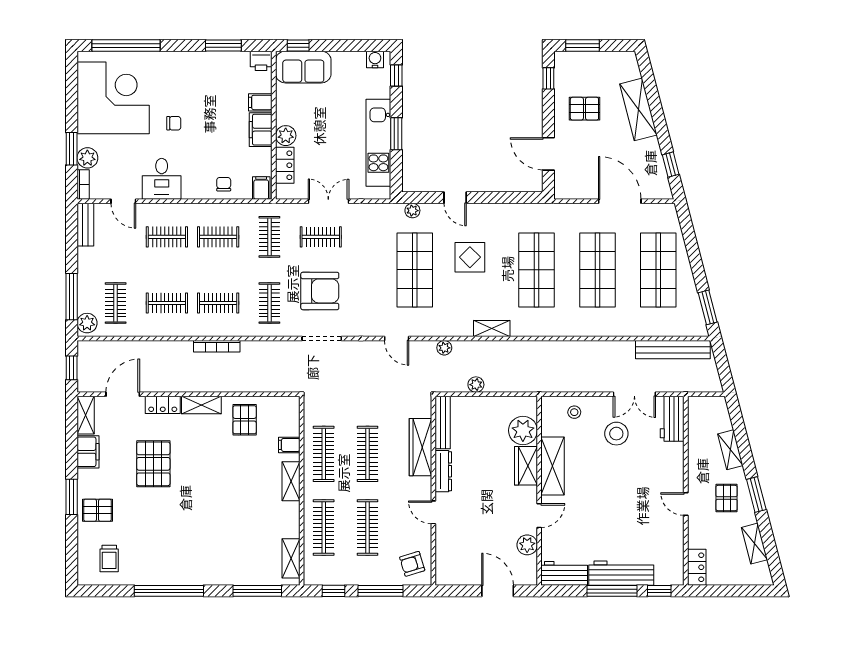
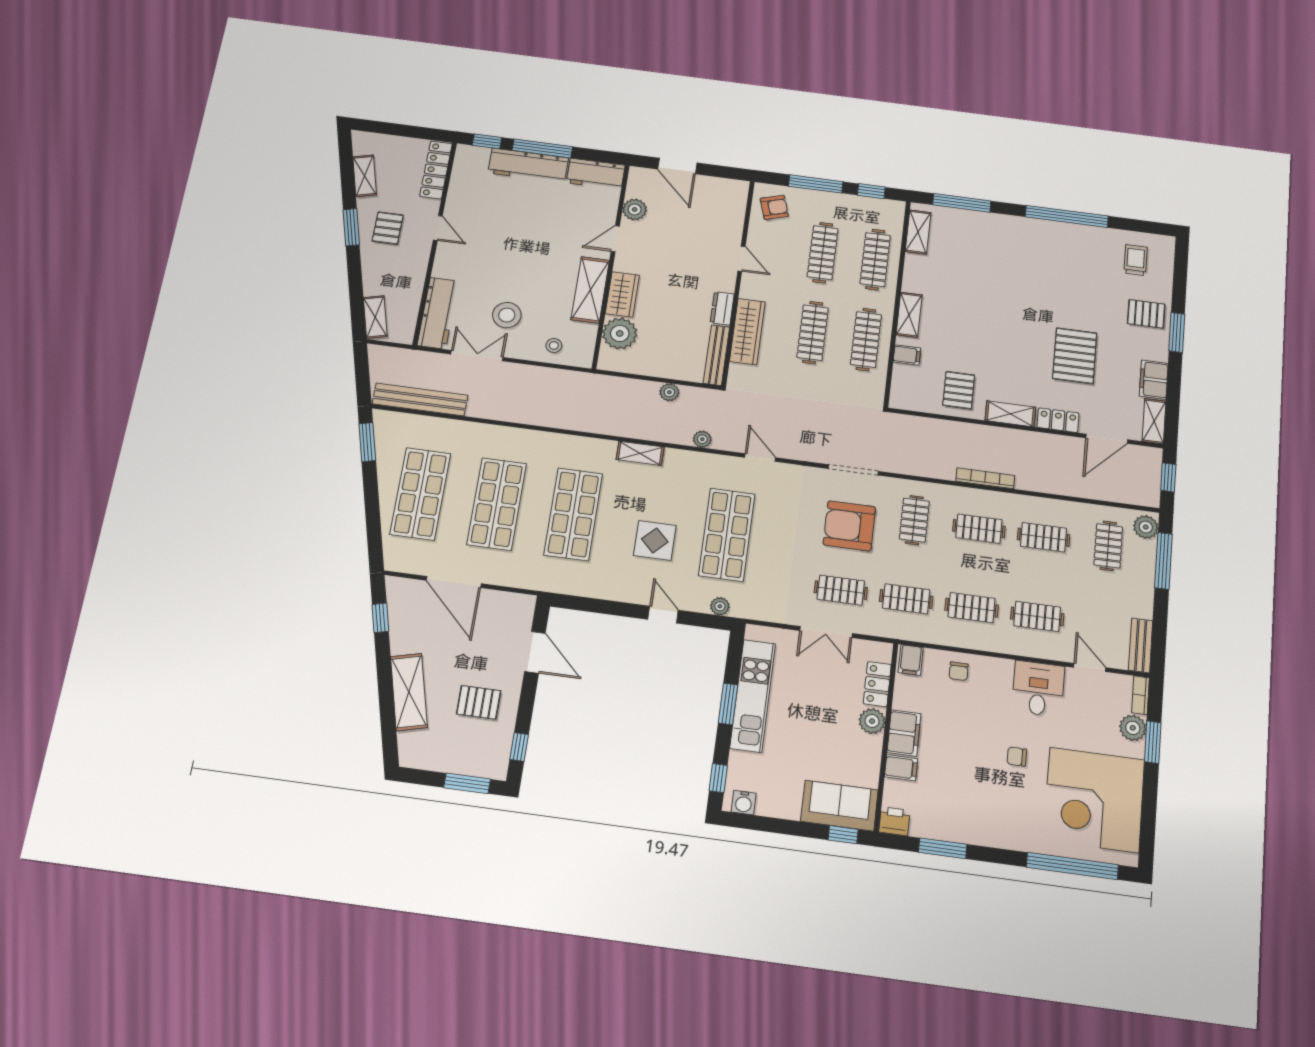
clothes rail: (269, 237) -> (906, 599), turned 90
workbench: (672, 419) -> (438, 313), width x1.38
shelving: (730, 450) -> (375, 317), moved
dresser: (443, 471) -> (722, 308), width x0.70
locker: (697, 567) -> (436, 170), width x1.53

